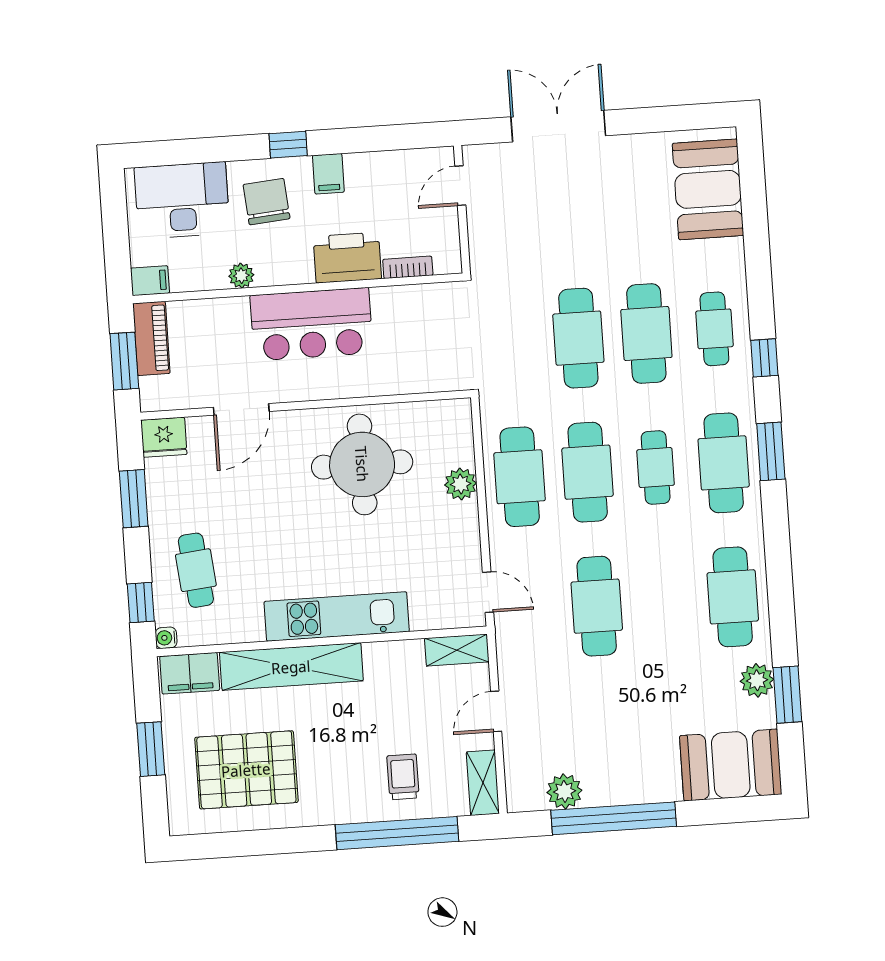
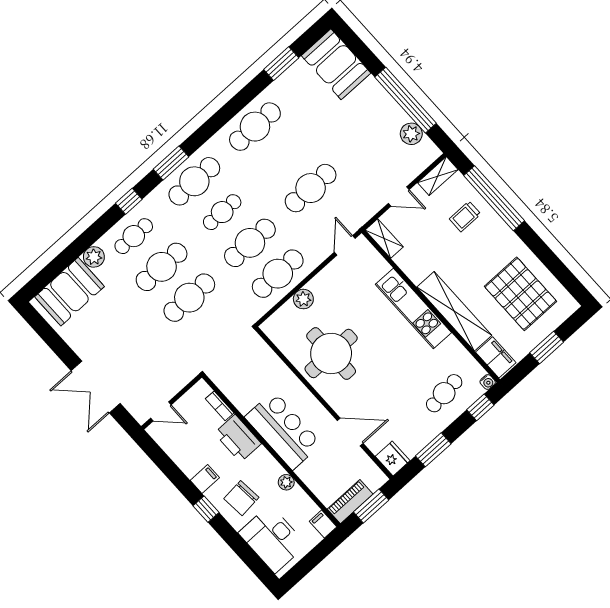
plant: (757, 680) -> (94, 257), moved

